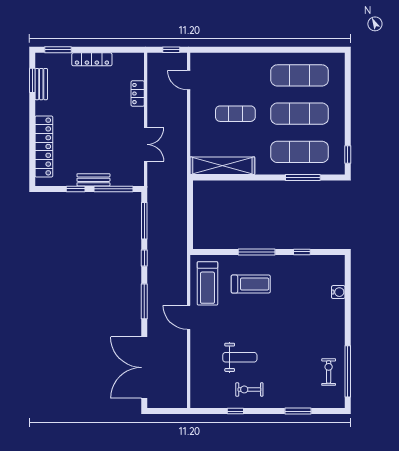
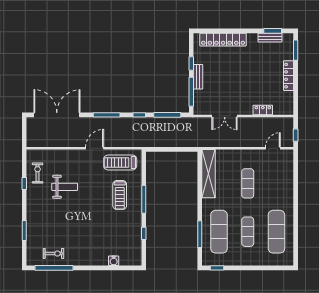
exercise mat: (300, 114) -> (248, 232), width x0.73, depth x0.69
weight bench: (240, 357) -> (65, 187), turned -90
exercise bike: (249, 389) -> (38, 173), moved

